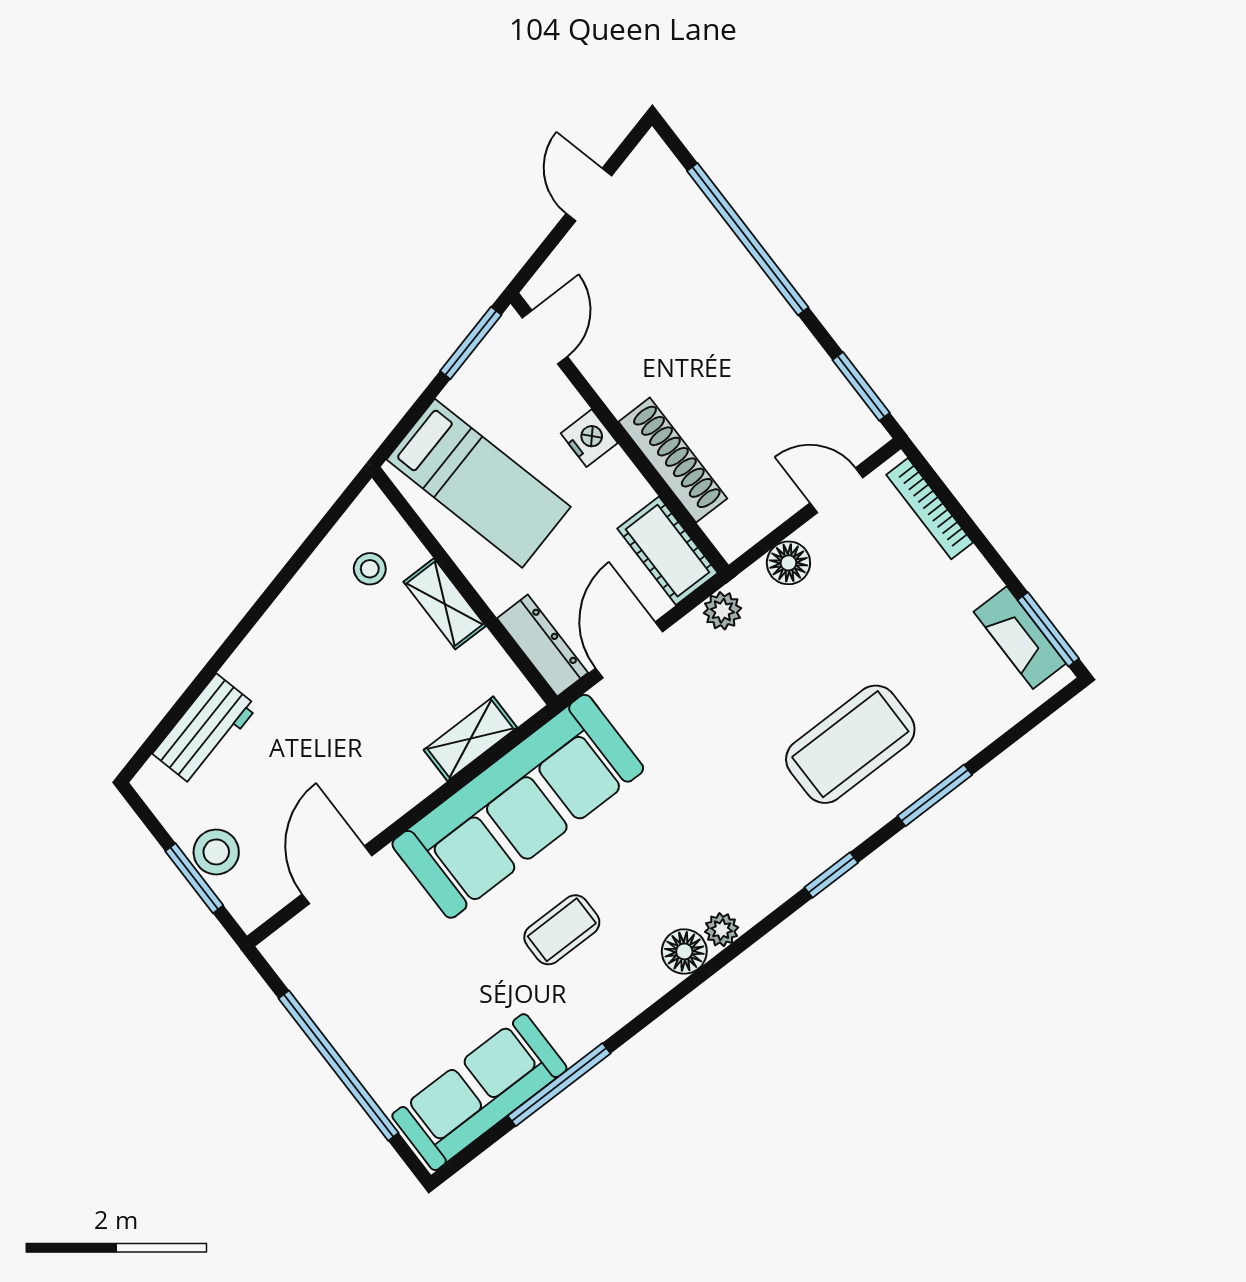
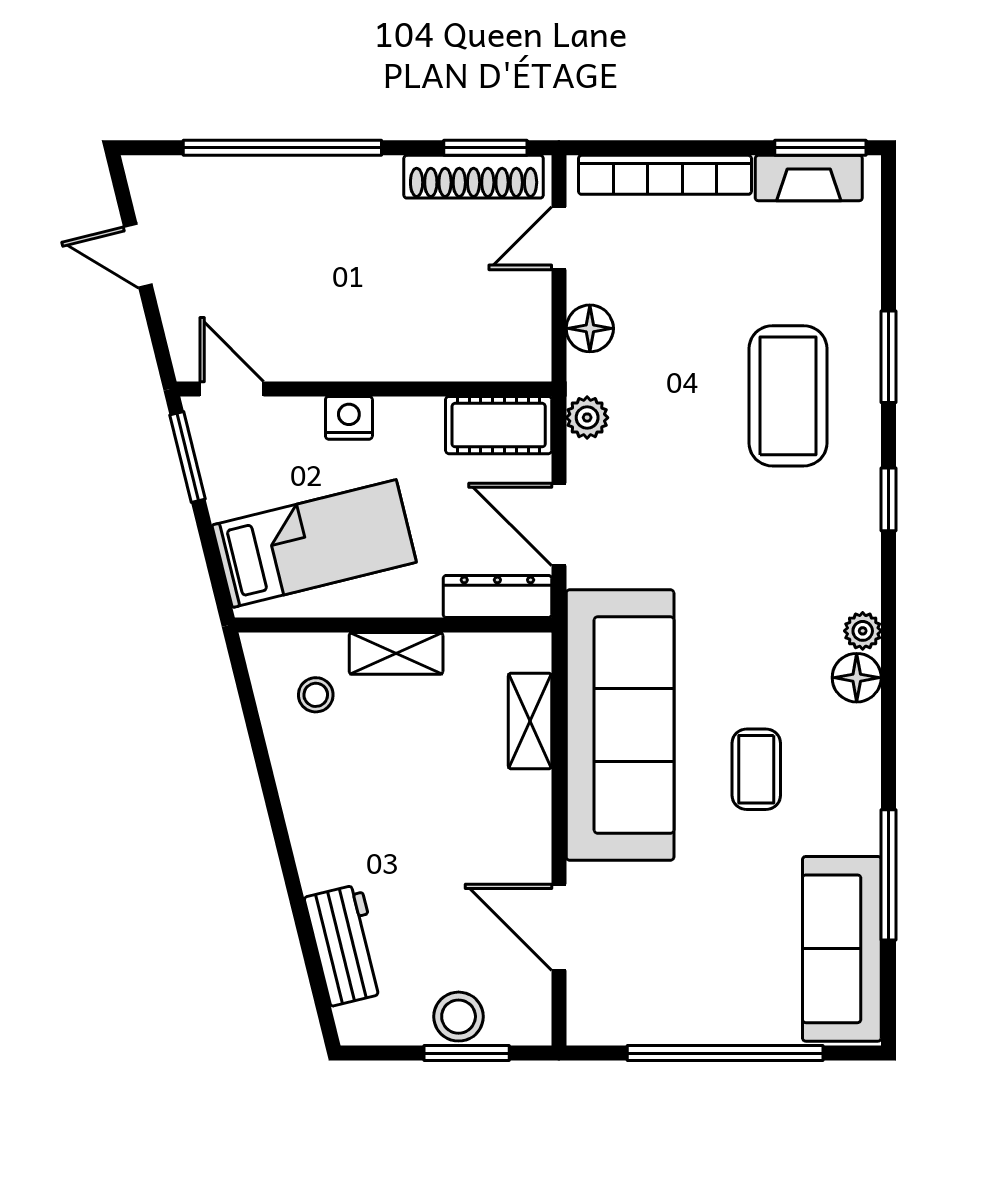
shoe rack: (673, 460) -> (474, 177), moved, turned 180
bookcase: (930, 509) -> (665, 175), width x1.48, depth x1.31

